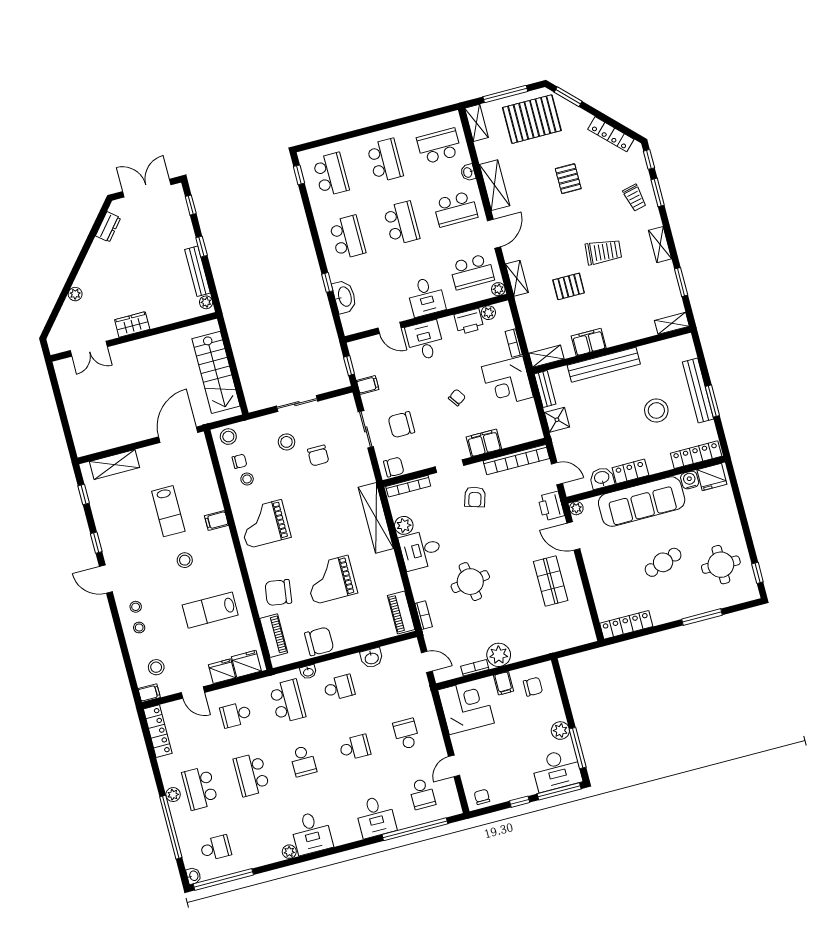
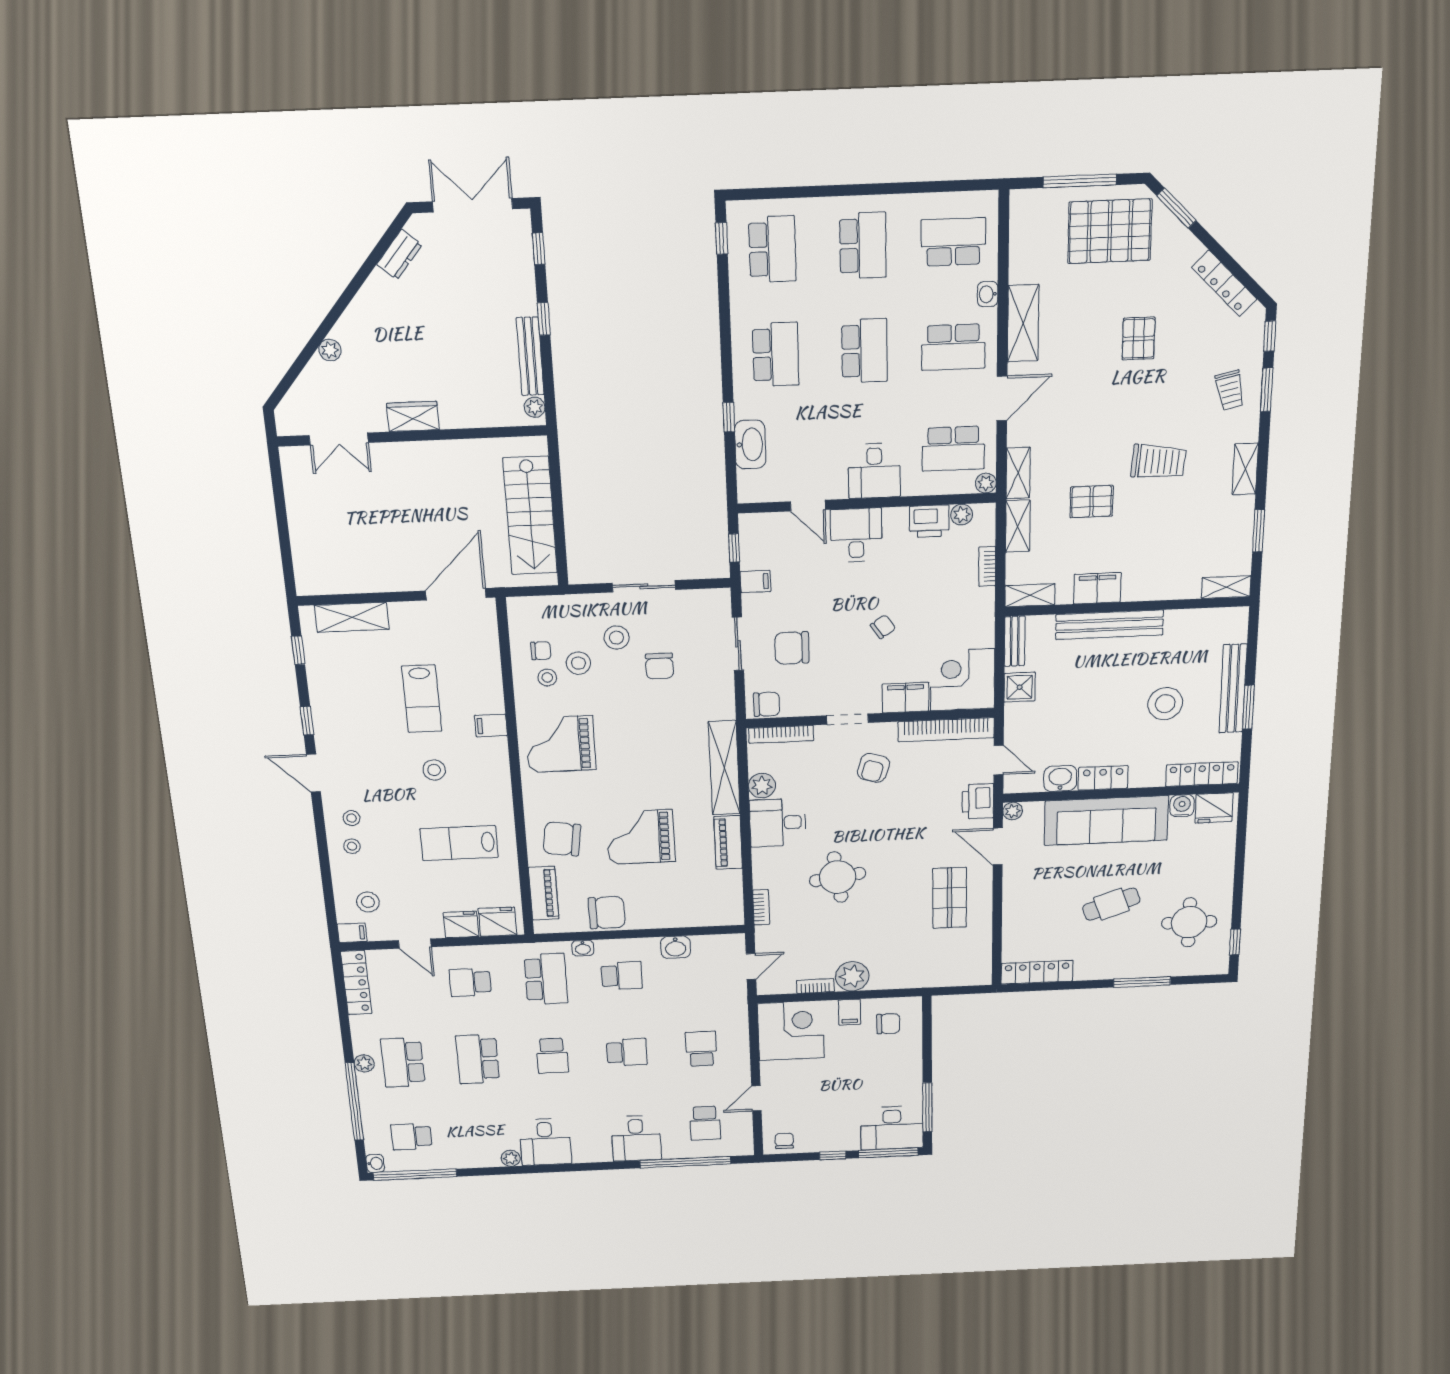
shelving: (476, 123) -> (1018, 526), moved
corner desk: (507, 382) -> (963, 680), moved, turned 90
stool: (228, 437) -> (578, 663), moved
piano: (401, 613) -> (728, 843), moved
door: (427, 662) -> (751, 966), hinge flipped
plant: (560, 731) -> (910, 1083), removed
school desk: (216, 848) -> (411, 1137), turned 180

